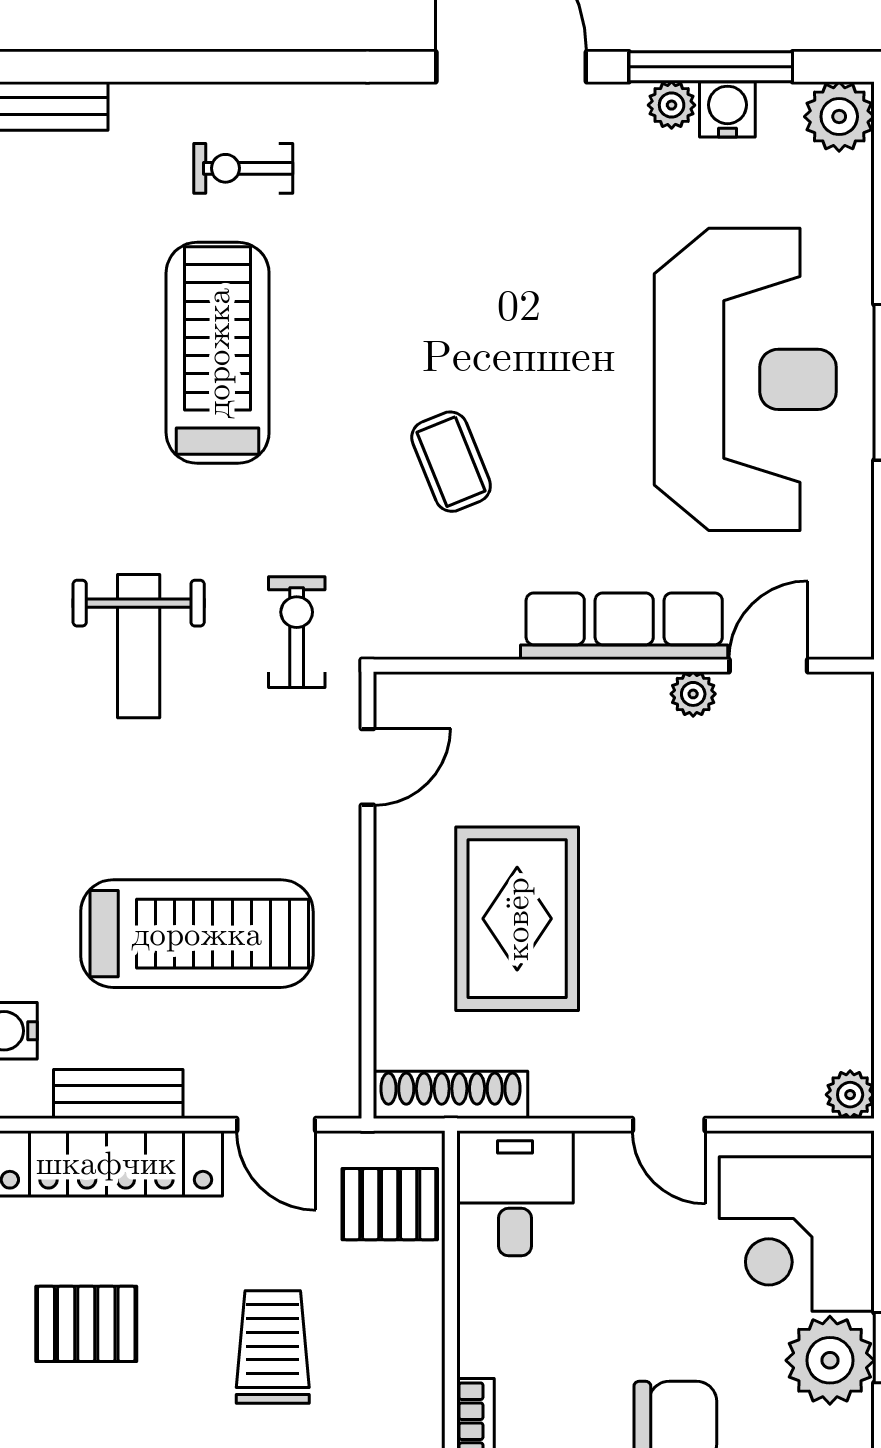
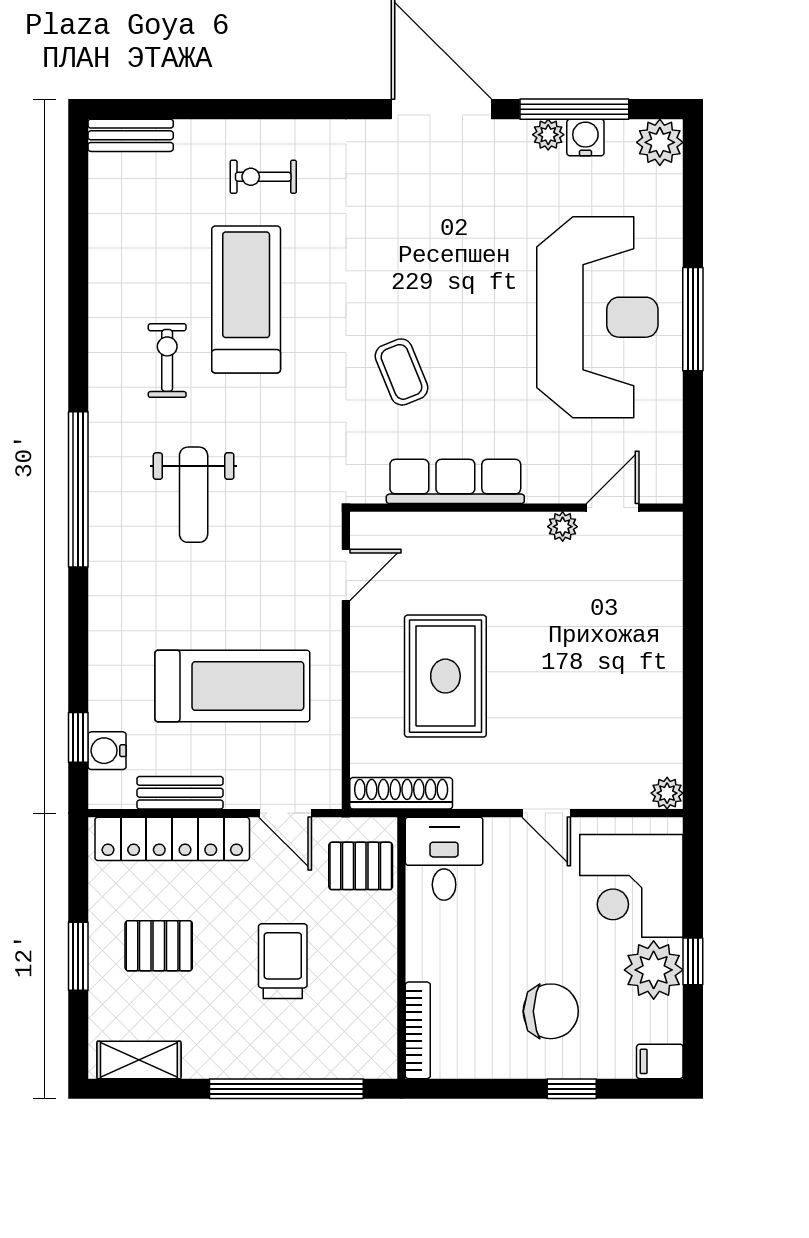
row of seats: (624, 626) -> (455, 481), moved
exercise bike: (297, 632) -> (167, 360), moved

